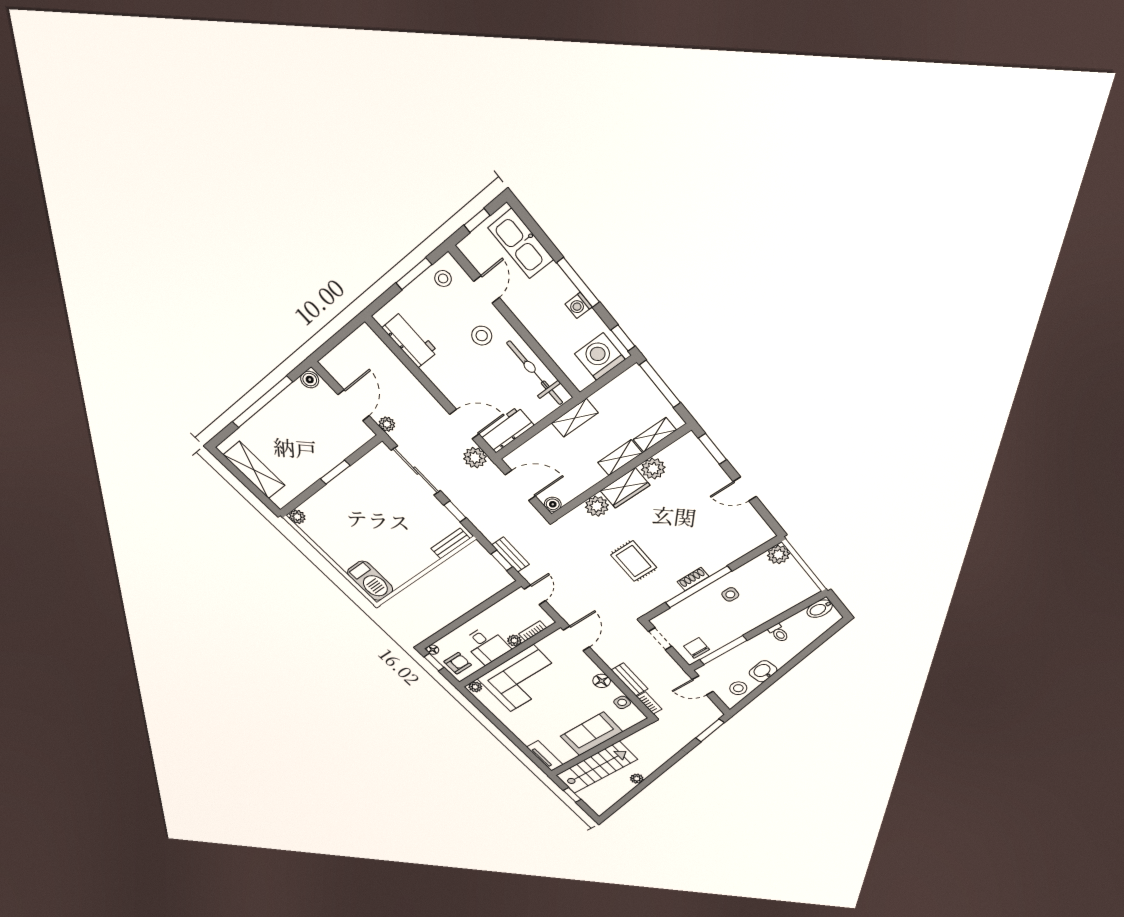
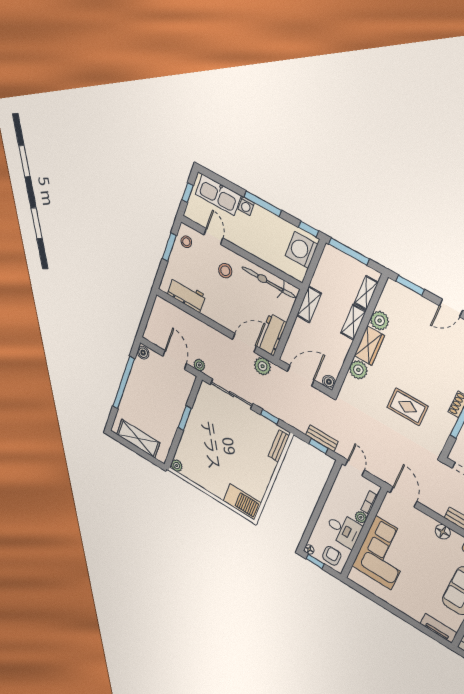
washing machine: (579, 305) -> (246, 206), moved
plant: (475, 687) -> (354, 575), removed

